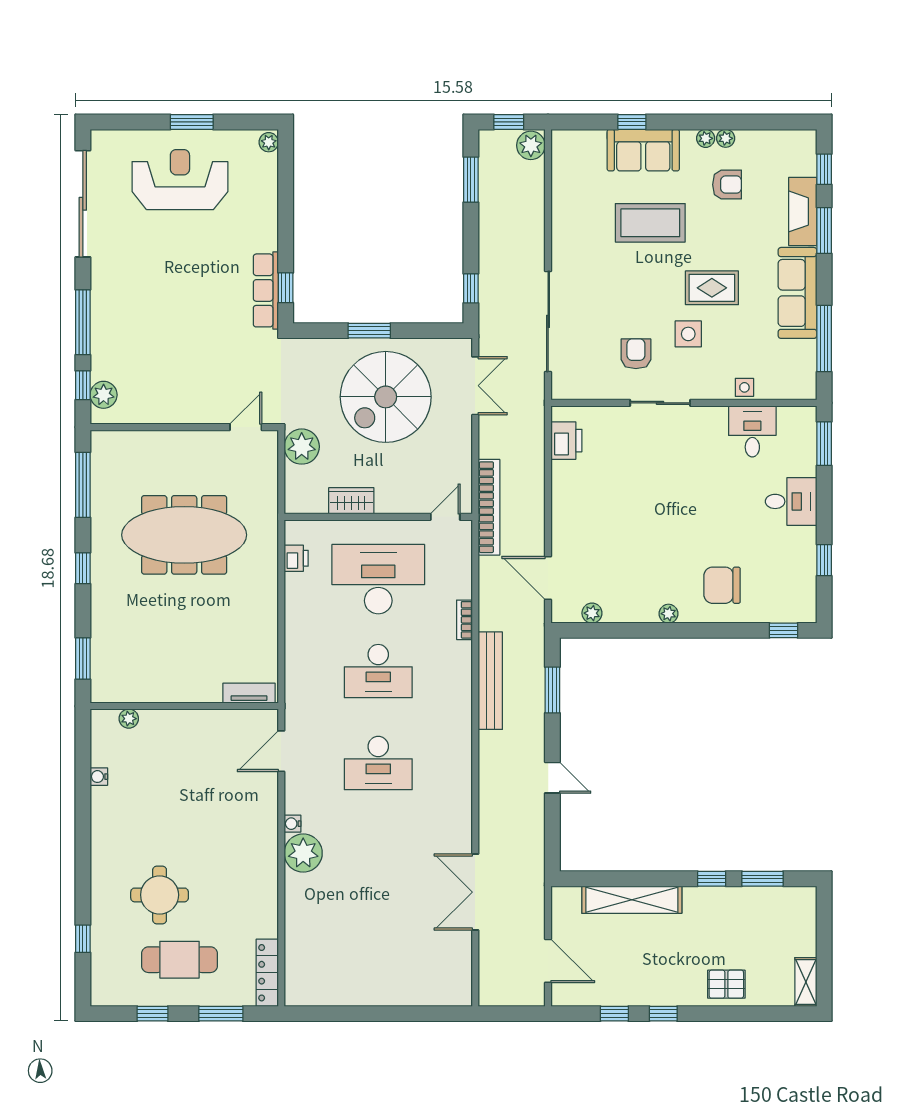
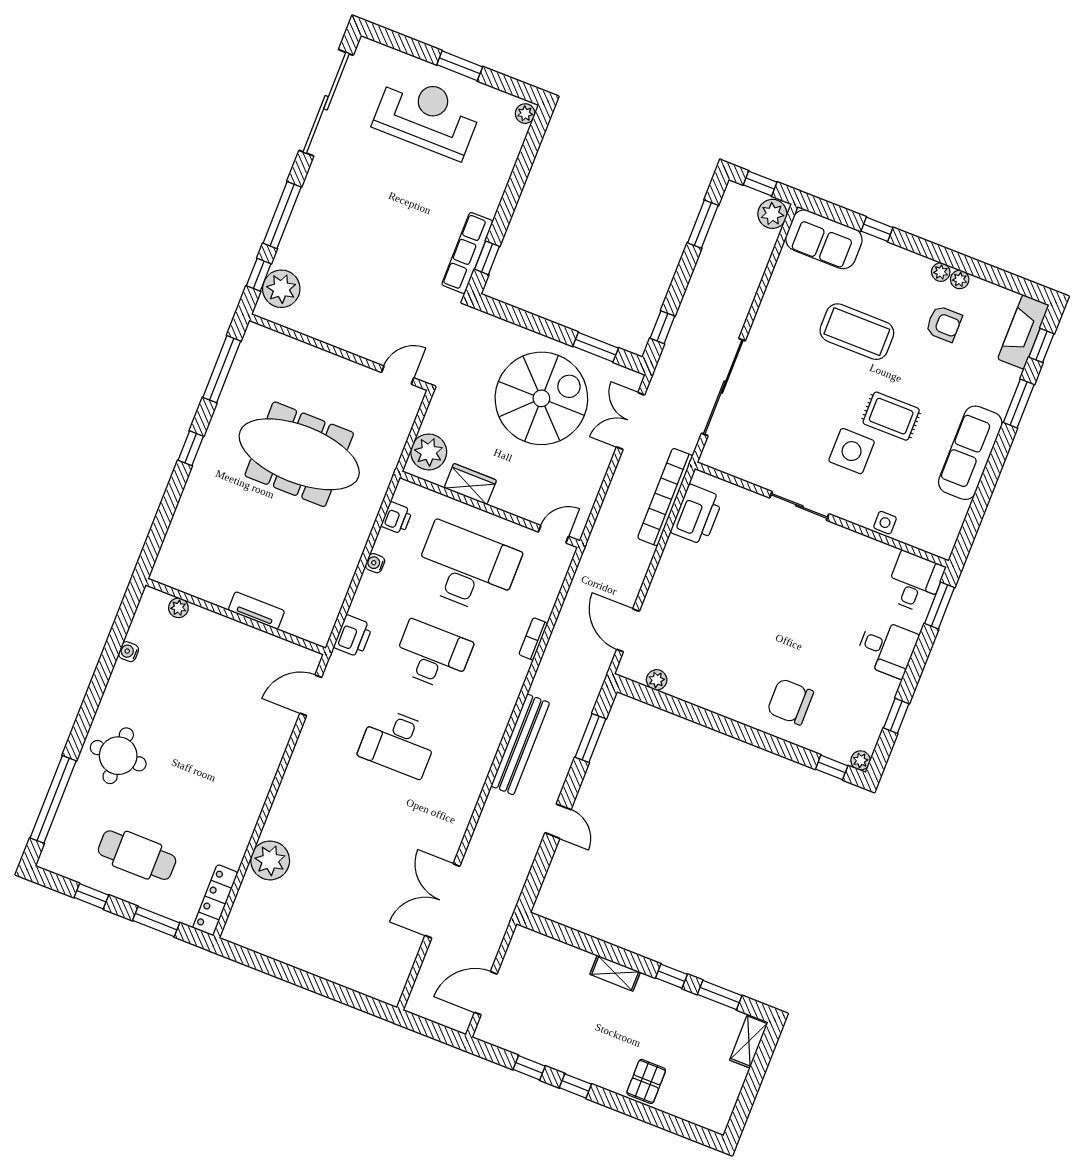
sofa: (643, 150) -> (824, 239), moved
fireplace: (803, 211) -> (1023, 332), moved
window: (369, 331) -> (596, 347), moved
side table: (688, 334) -> (852, 451), width x1.37, depth x1.37
window: (824, 338) -> (979, 506), removed
armchair: (636, 354) -> (795, 450), removed
double door: (475, 386) -> (630, 421), swing flipped
plant: (104, 395) -> (281, 289), width x1.36, depth x1.36
spiral stairs: (386, 397) -> (541, 398), turned 180
desk: (752, 431) -> (915, 582), moved
printer: (566, 441) -> (697, 515), width x1.37, depth x1.19
plant: (302, 447) -> (429, 452), moved
bookcase: (489, 507) -> (665, 497), moved, turned 180
plant: (668, 614) -> (861, 760), moved
window: (83, 658) -> (157, 534), removed
desk: (378, 671) -> (433, 655), turned 180
bench: (490, 681) -> (520, 744), moved
printer: (299, 682) -> (353, 636), added
tv unit: (249, 693) -> (256, 611), moved
water cooler: (293, 824) -> (375, 563), moved
plant: (303, 853) -> (270, 860), moved
round table: (160, 895) -> (118, 756), moved
shelving: (632, 900) -> (615, 973), width x0.45, depth x0.75
window: (83, 939) -> (53, 799), width x3.17
door: (548, 961) -> (486, 993), swing flipped
shelving: (806, 982) -> (749, 1041), moved
pallet: (726, 984) -> (646, 1081), turned 90

